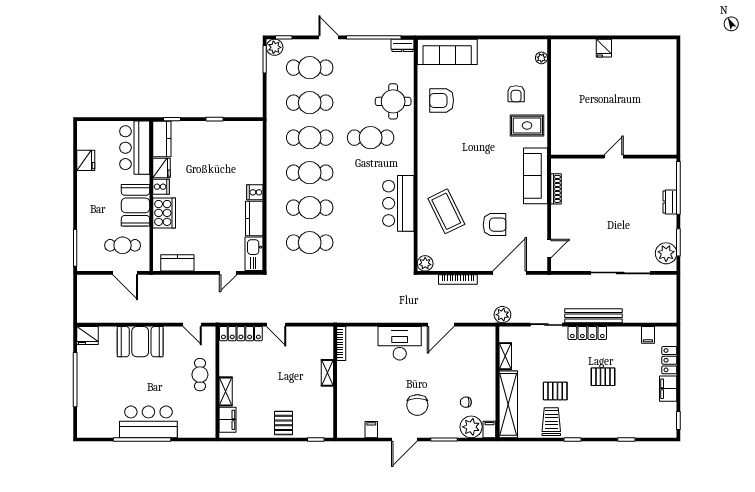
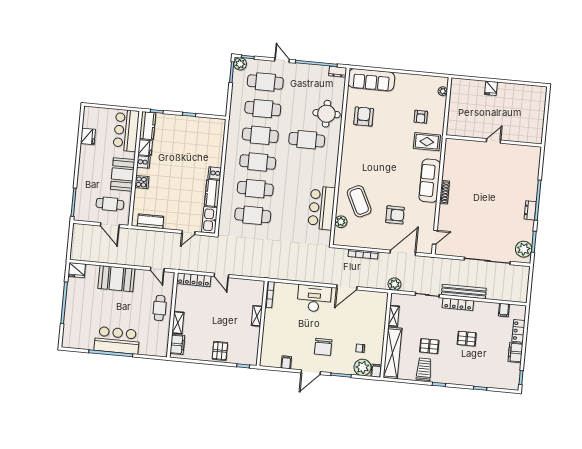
armchair: (442, 100) -> (364, 116), turned 90
door: (614, 157) -> (493, 141), moved
wall: (614, 157) -> (494, 141), moved
bar counter: (398, 203) -> (322, 208), moved
cooker: (164, 213) -> (142, 182), width x0.53, depth x0.76
plant: (425, 263) -> (341, 222), moved

